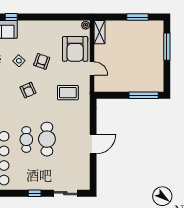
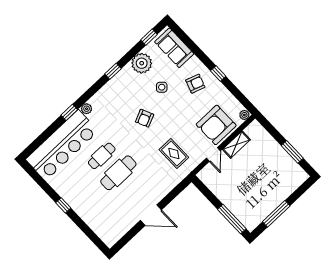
window: (11, 17) -> (218, 74), moved
shelving: (99, 32) -> (236, 145), moved
window: (167, 47) -> (276, 214), moved
armchair: (42, 61) -> (195, 84), moved
sliding door: (65, 193) -> (88, 231), removed

